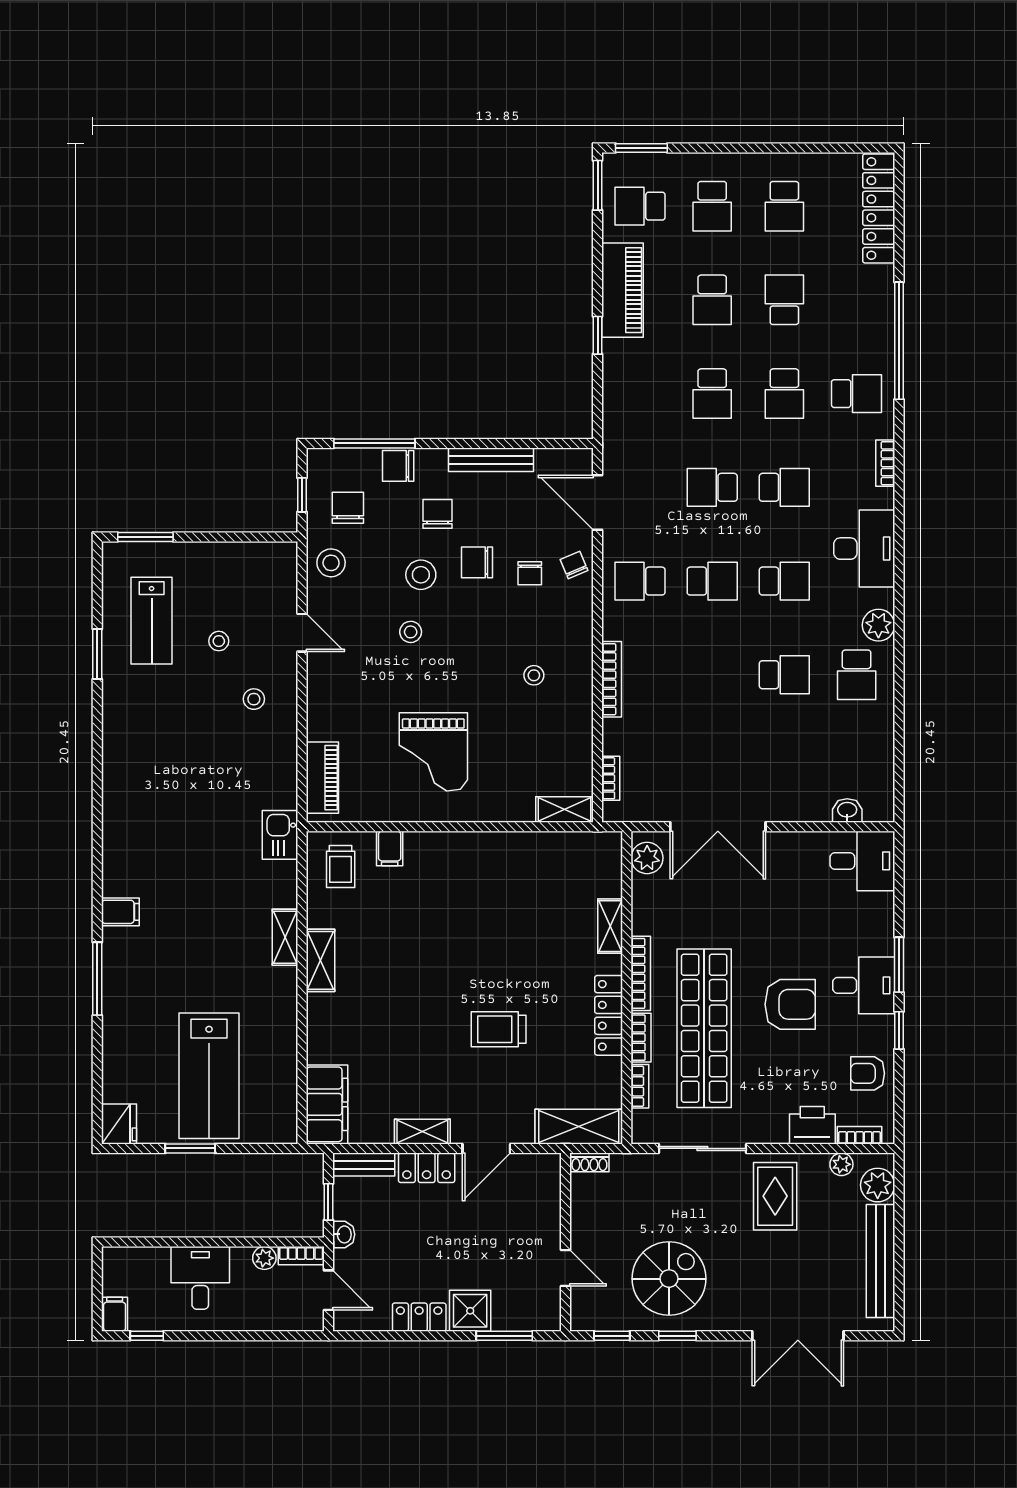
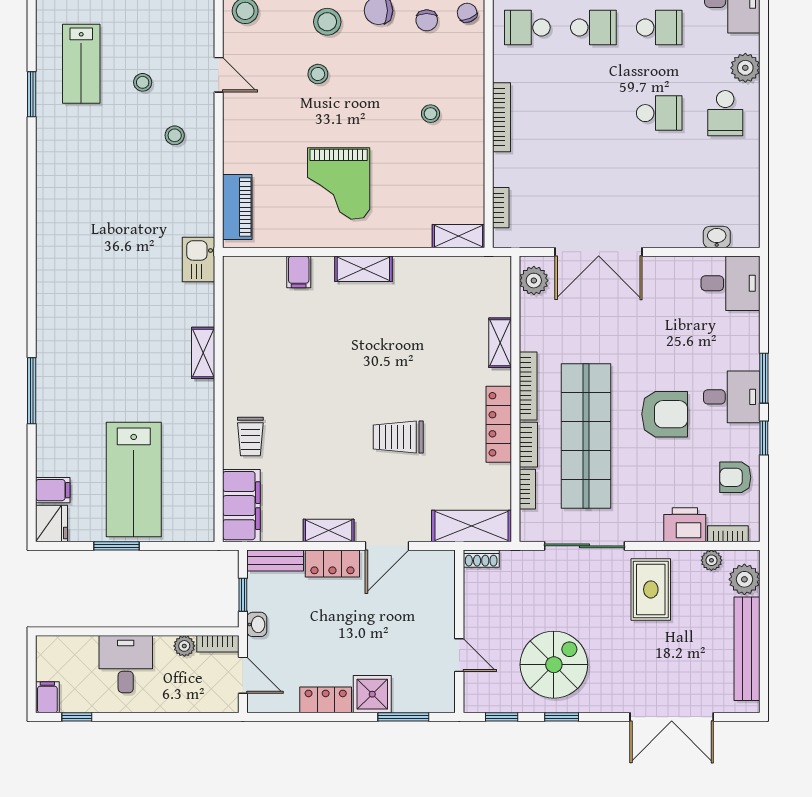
trolley: (341, 866) -> (250, 437), moved
filing cabinet: (120, 912) -> (53, 490), moved
shelving: (321, 960) -> (363, 269), moved, turned 90

